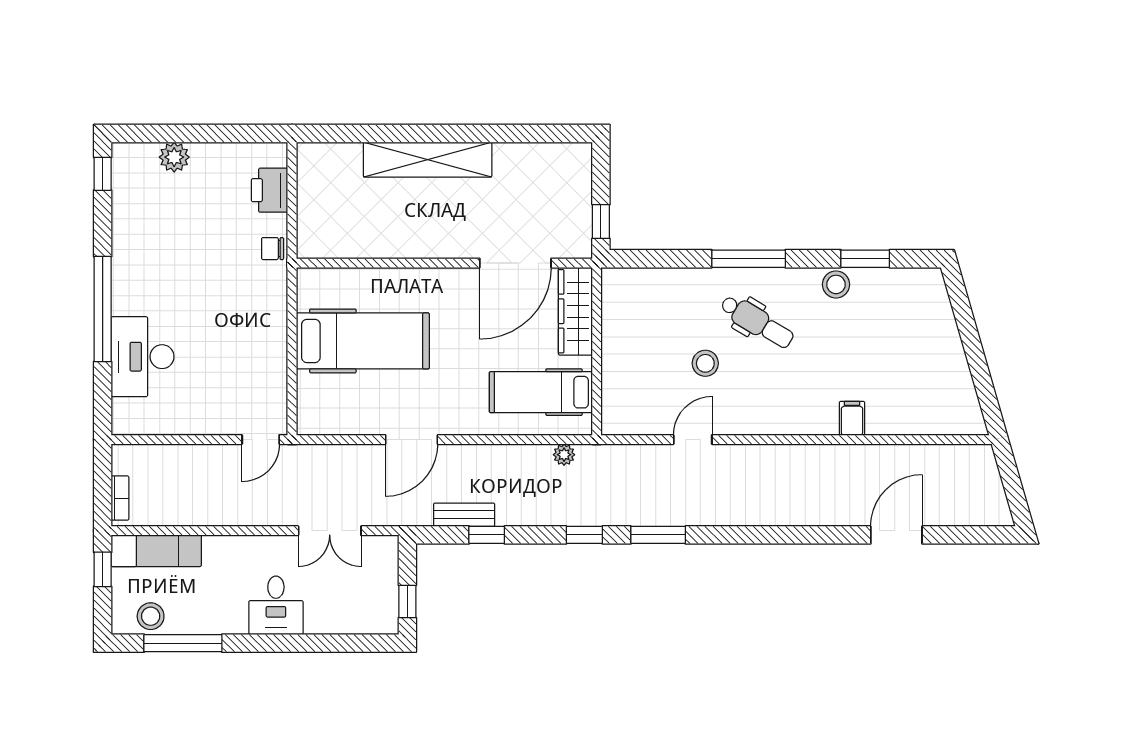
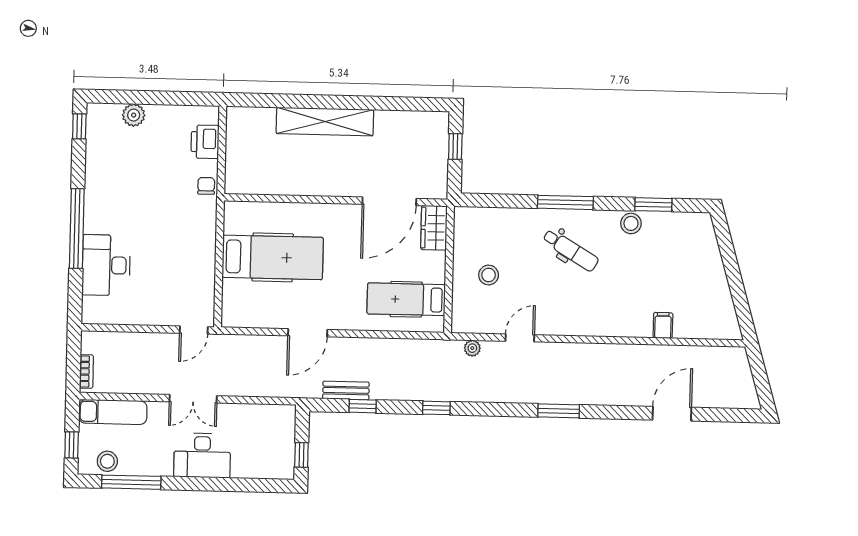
window: (601, 221) -> (455, 147), moved
chair: (273, 249) -> (206, 186), turned 90
wardrobe: (575, 311) -> (434, 228), width x0.67
stool: (705, 363) -> (489, 275), moved
filing cabinet: (852, 418) -> (663, 325), moved
plant: (564, 455) -> (472, 348), moved
double door: (330, 531) -> (193, 399), moved
window: (658, 535) -> (559, 411), moved
window: (103, 569) -> (72, 445), moved
desk: (276, 605) -> (202, 455), width x1.37

